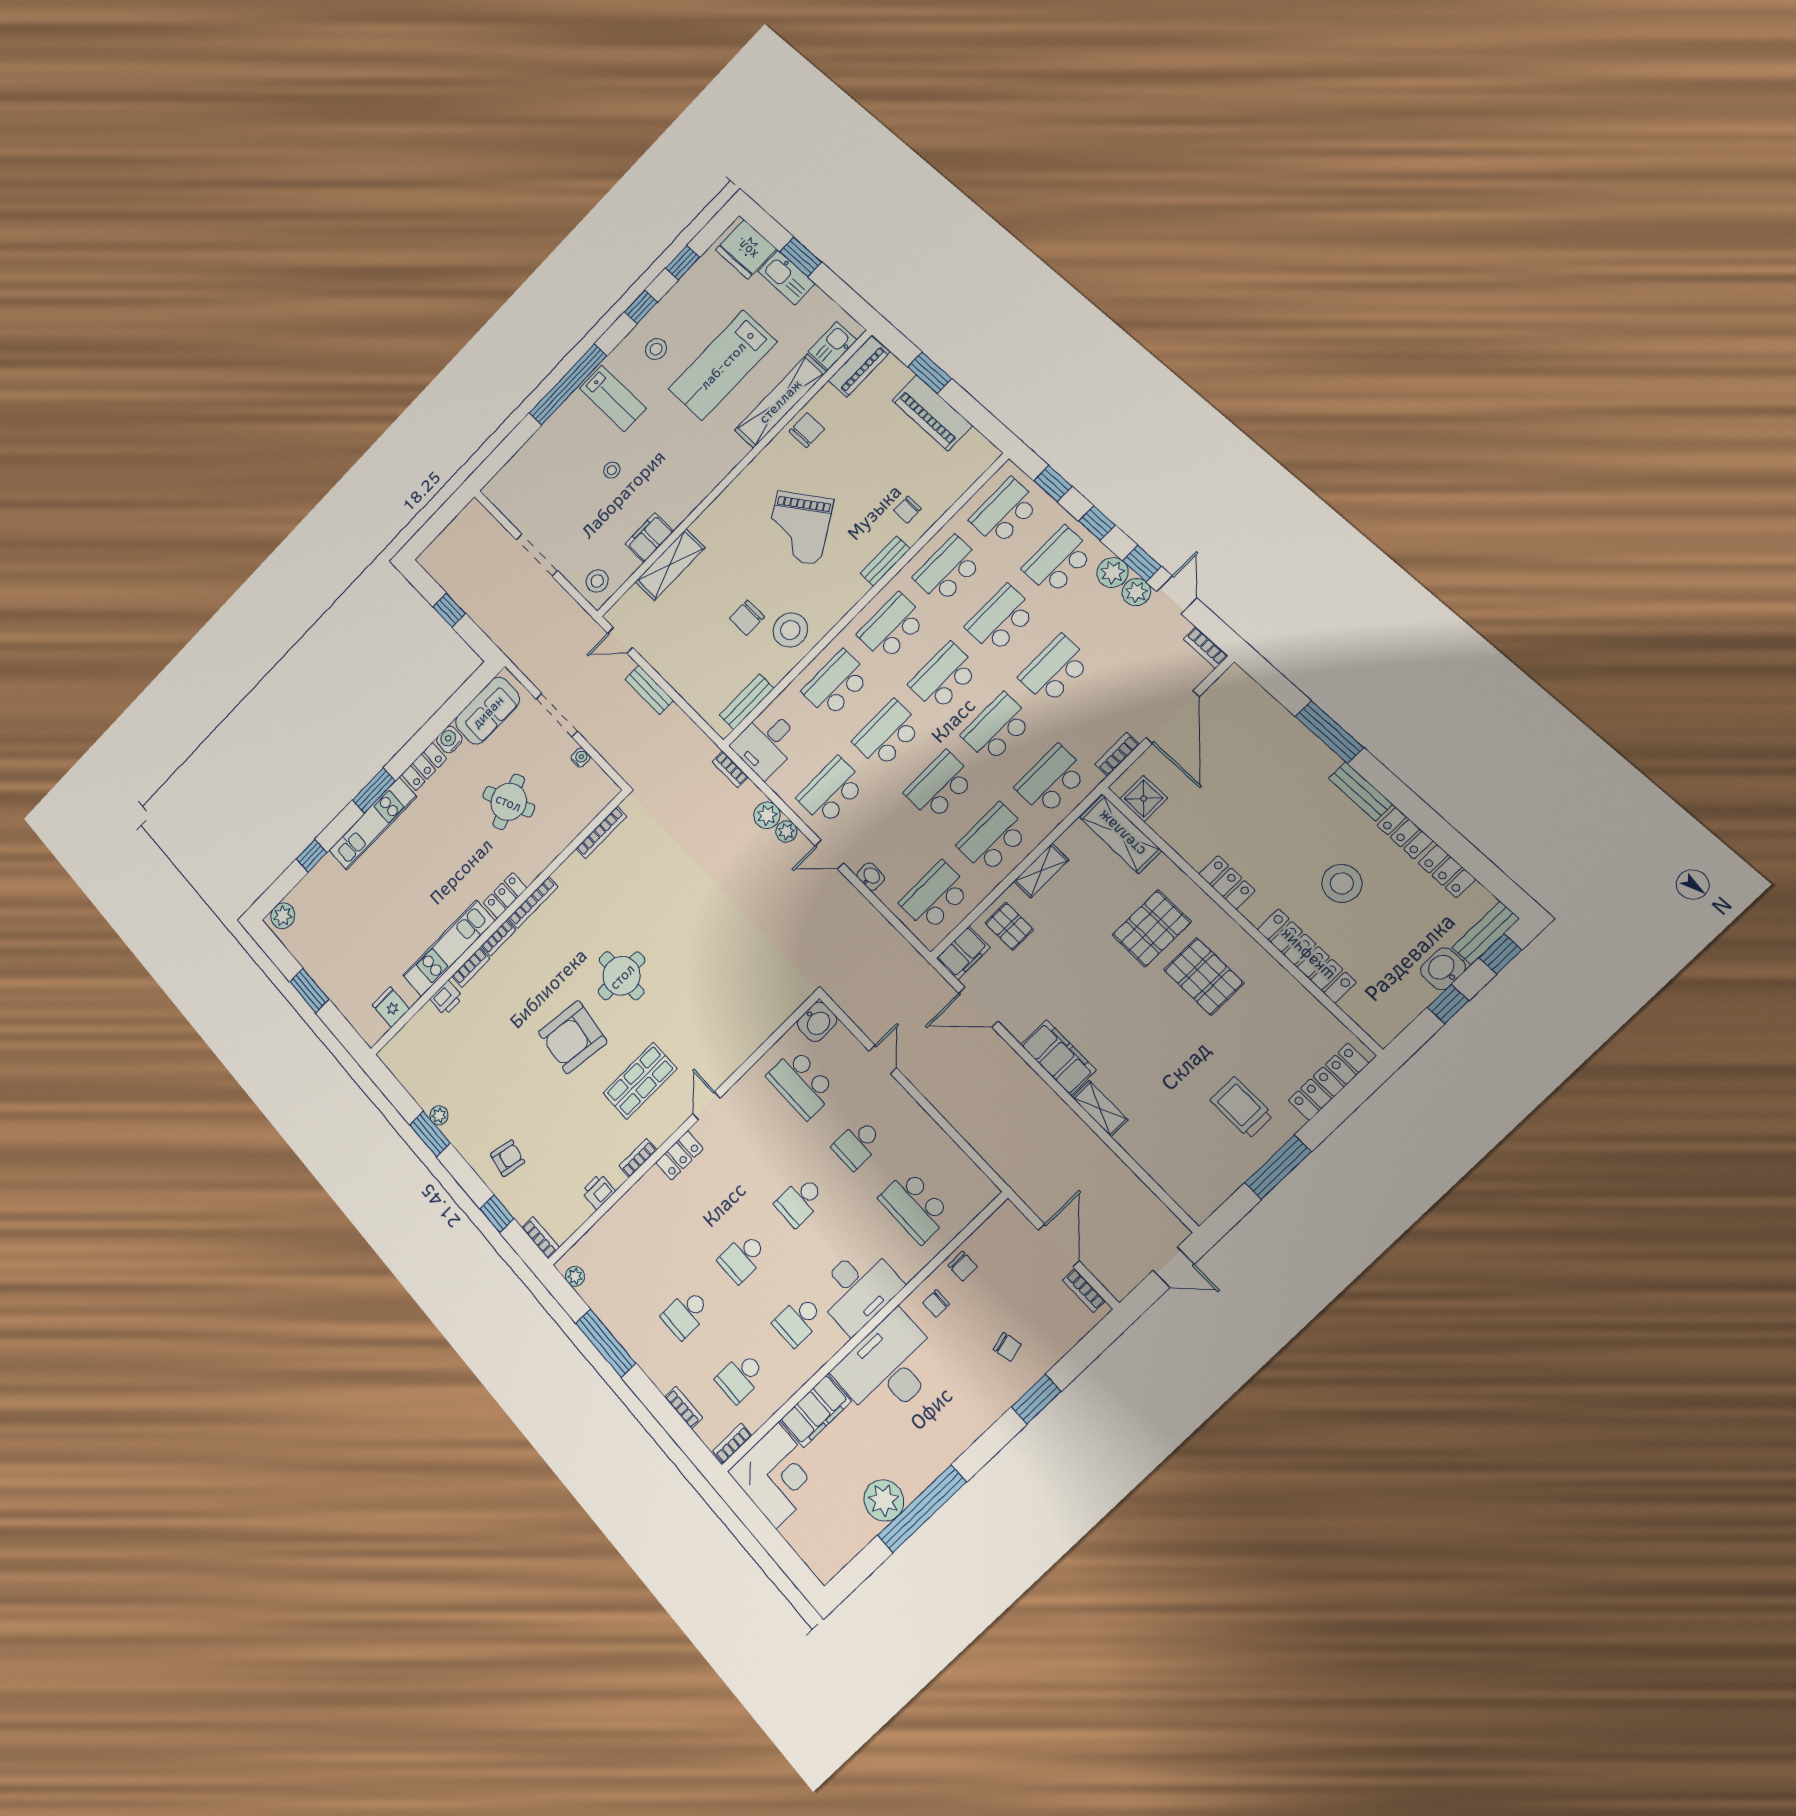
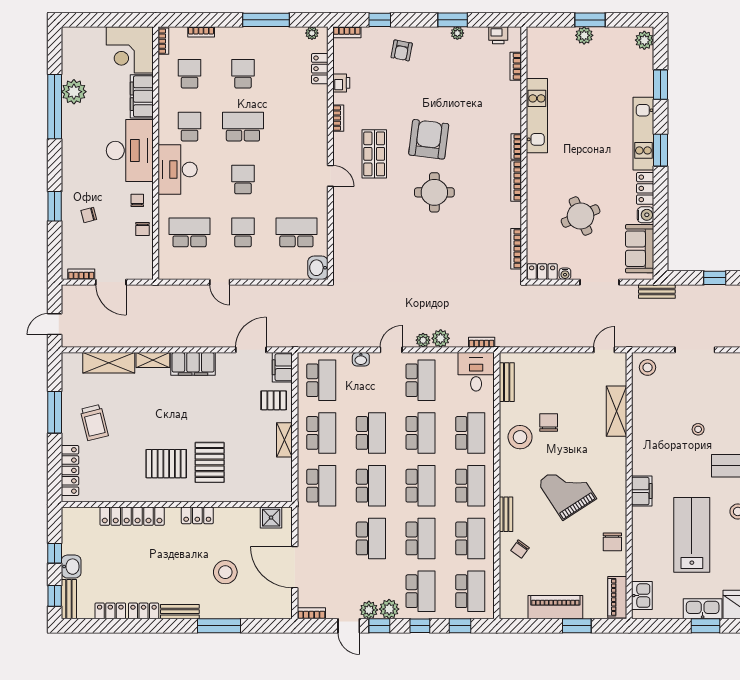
shelving: (780, 401) -> (641, 544), removed
chair: (907, 510) -> (520, 549), turned -144
filing cabinet: (649, 538) -> (642, 491), moved
bench: (649, 690) -> (657, 292), moved
bookcase: (1117, 754) -> (303, 527), removed
shelving: (1121, 834) -> (109, 363), moved
window: (311, 856) -> (661, 85), width x1.50
stool: (1342, 883) -> (225, 572), moved
locker: (505, 895) -> (542, 272), moved, turned -90
bookcase: (471, 967) -> (516, 66), moved
plant: (329, 981) -> (584, 35), added
printer: (446, 998) -> (498, 35), moved, turned -90
fridge: (391, 1007) -> (537, 57), removed
door: (883, 1060) -> (220, 282), moved
trolley: (1242, 1108) -> (94, 422), turned 76
locker: (679, 1155) -> (320, 69), moved
school desk: (743, 1258) -> (243, 127), width x1.85
chair: (963, 1266) -> (142, 229), turned -90

